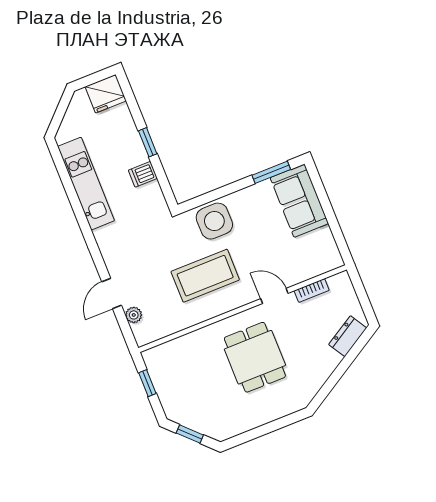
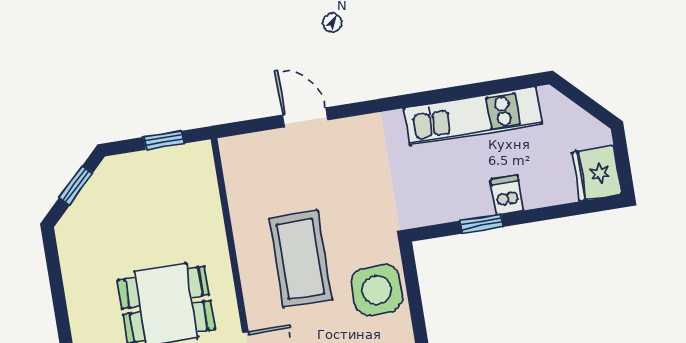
window: (148, 142) -> (482, 224), moved
dishwasher: (143, 174) -> (507, 195), moved
plant: (134, 315) -> (267, 143), removed

